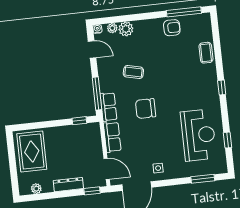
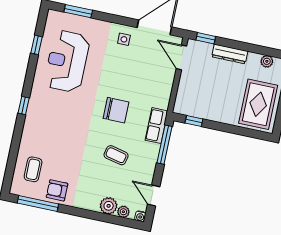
coffee table: (206, 53) -> (33, 169), moved
row of seats: (112, 137) -> (163, 91), removed

